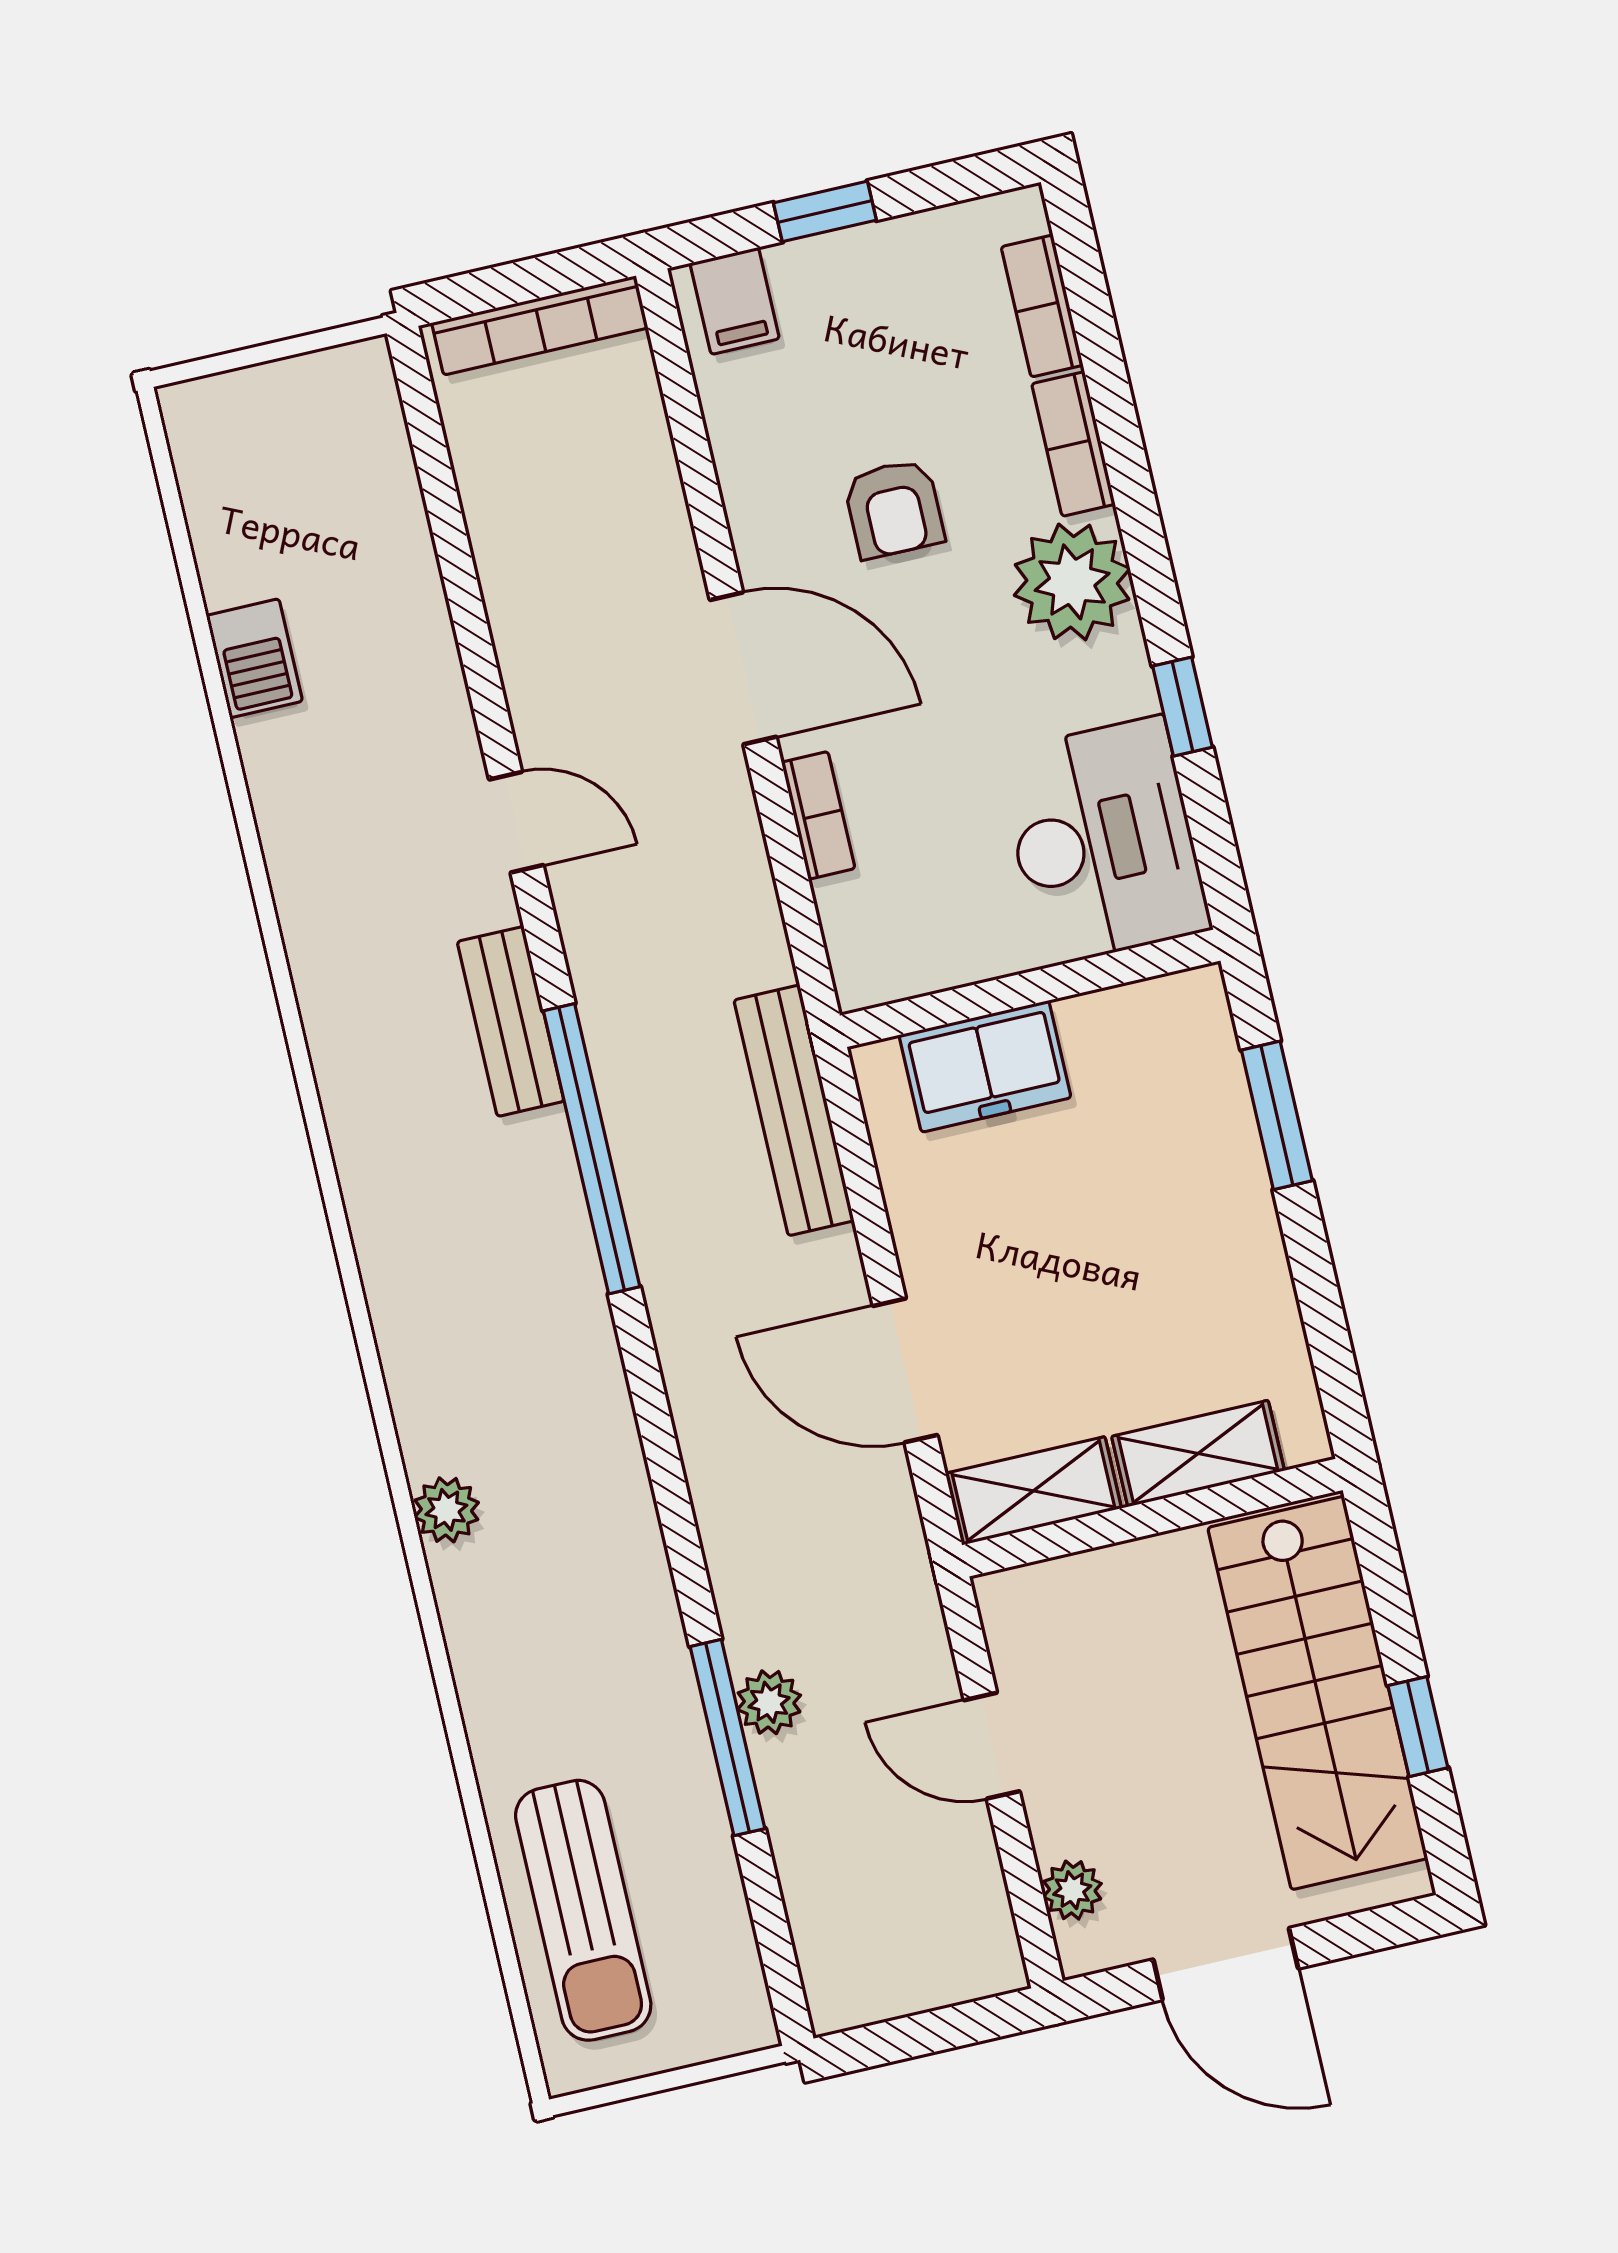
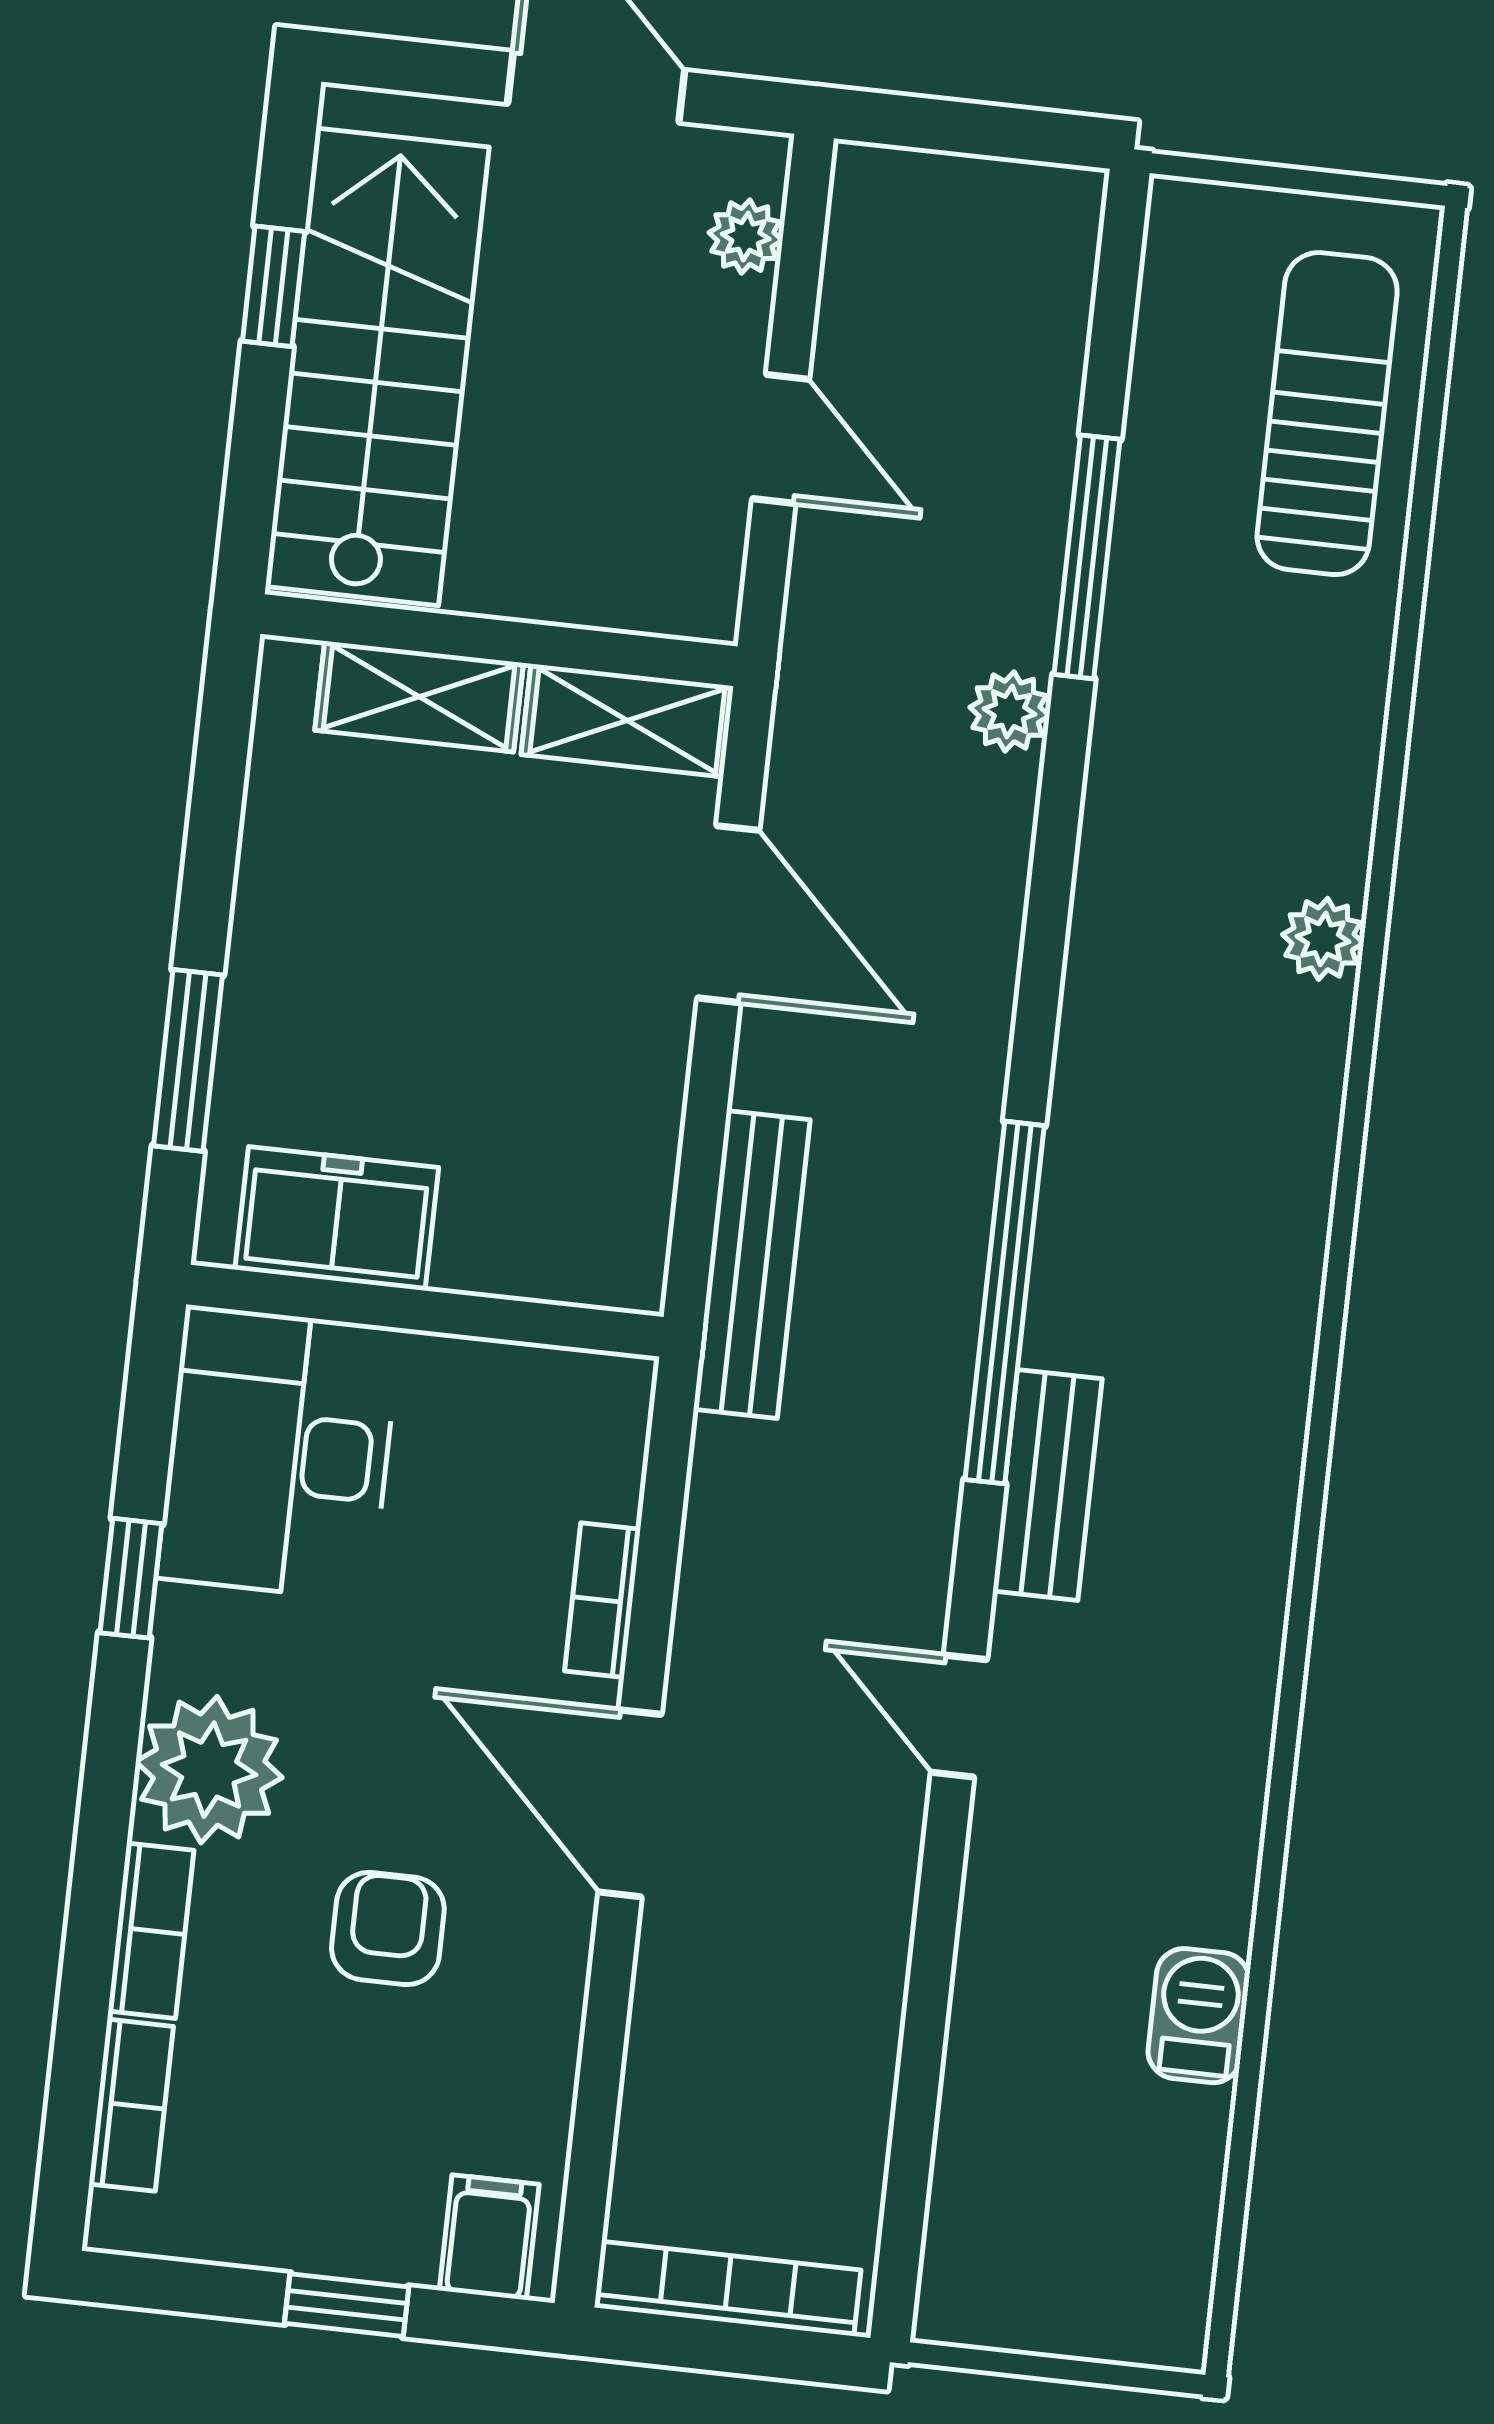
freezer: (985, 1066) -> (337, 1219), moved
plant: (769, 1702) -> (1010, 712), moved

